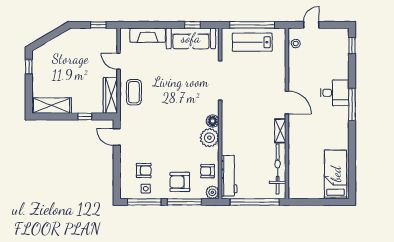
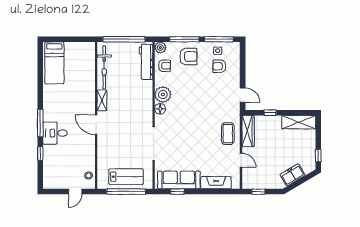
freezer: (59, 44) -> (293, 175), added
window: (352, 46) -> (40, 154), moved

